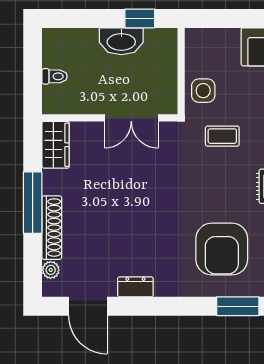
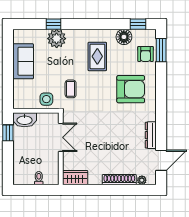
washbasin: (121, 41) -> (25, 120), moved, turned 90
window: (33, 203) -> (106, 190), removed
dresser: (135, 287) -> (151, 135), width x1.44
window: (238, 306) -> (161, 81), removed

